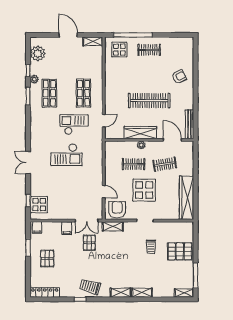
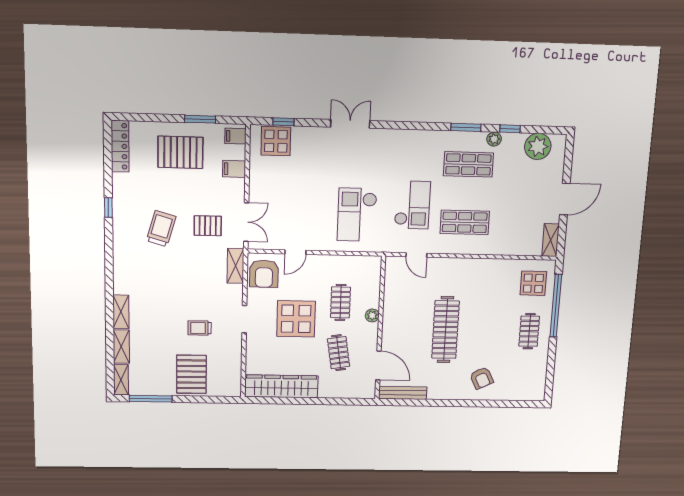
wardrobe: (140, 133) -> (393, 315), removed
door: (172, 140) -> (378, 365), hinge flipped
checkout: (66, 155) -> (357, 215), moved
armchair: (117, 210) -> (264, 274), turned 90
double door: (87, 221) -> (246, 222), swing flipped
filing cabinet: (67, 228) -> (234, 169), moved
pallet: (47, 259) -> (180, 152), width x1.50, depth x1.42
trolley: (90, 287) -> (161, 229), moved
shelving: (121, 293) -> (121, 347), moved

